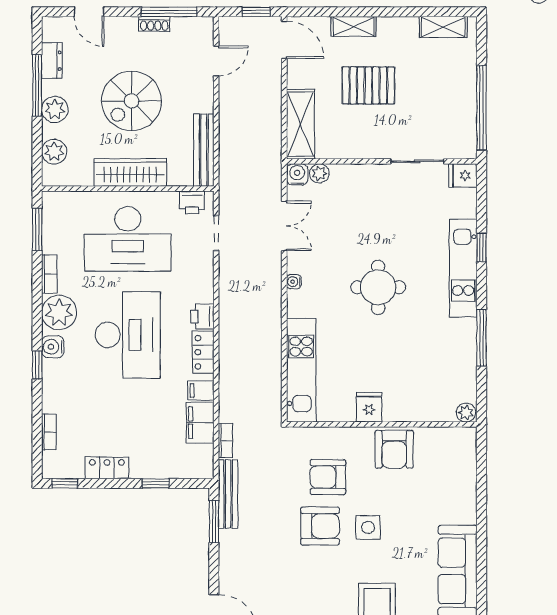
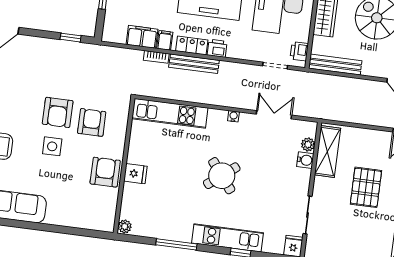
shelving: (300, 124) -> (327, 152), moved, turned 90
water cooler: (297, 174) -> (305, 160), moved
double door: (284, 226) -> (274, 115), swing flipped
round table: (378, 287) -> (222, 176), turned -38
fridge: (369, 407) -> (135, 174), moved
bookcase: (225, 441) -> (156, 57), moved
armchair: (394, 449) -> (105, 172), turned 90
bench: (228, 494) -> (194, 64), moved
window: (214, 522) -> (71, 38), width x0.67

